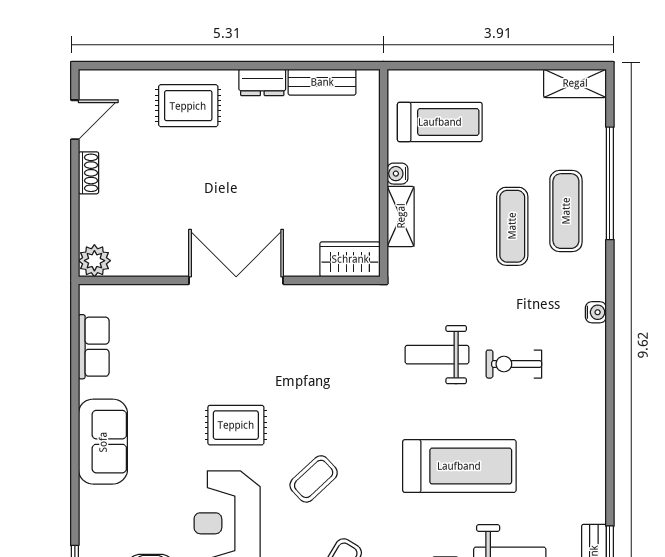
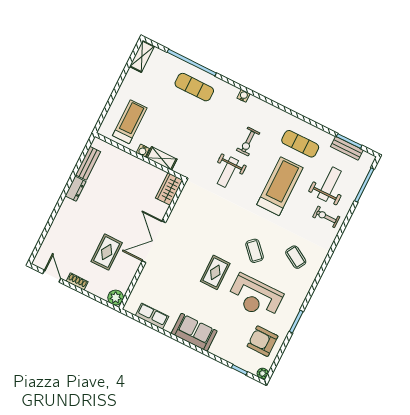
rug: (188, 106) -> (107, 252), moved
exercise mat: (512, 226) -> (300, 144), moved

